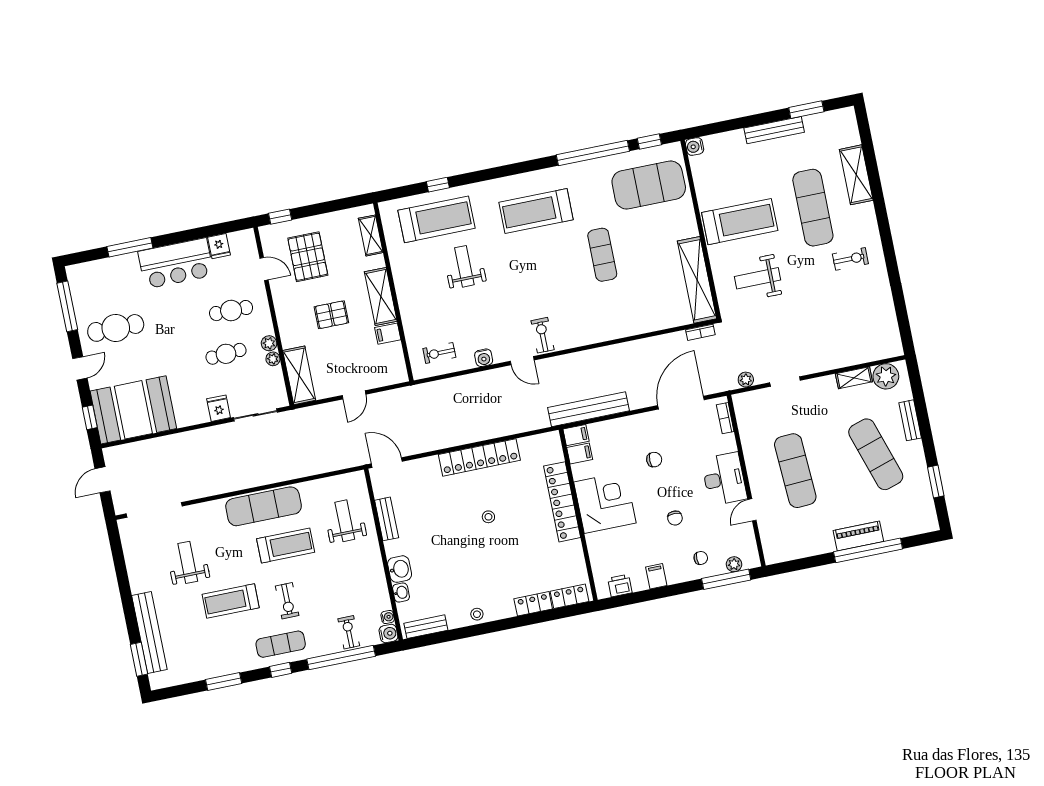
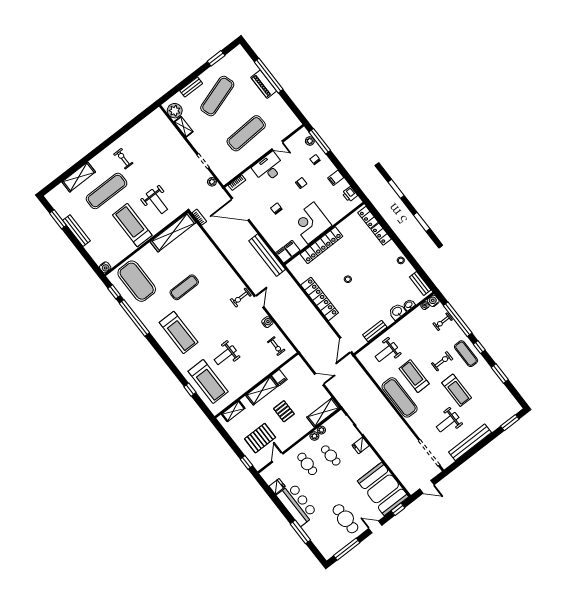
treadmill: (436, 219) -> (208, 381), turned 180
bench: (149, 633) -> (470, 442), moved

